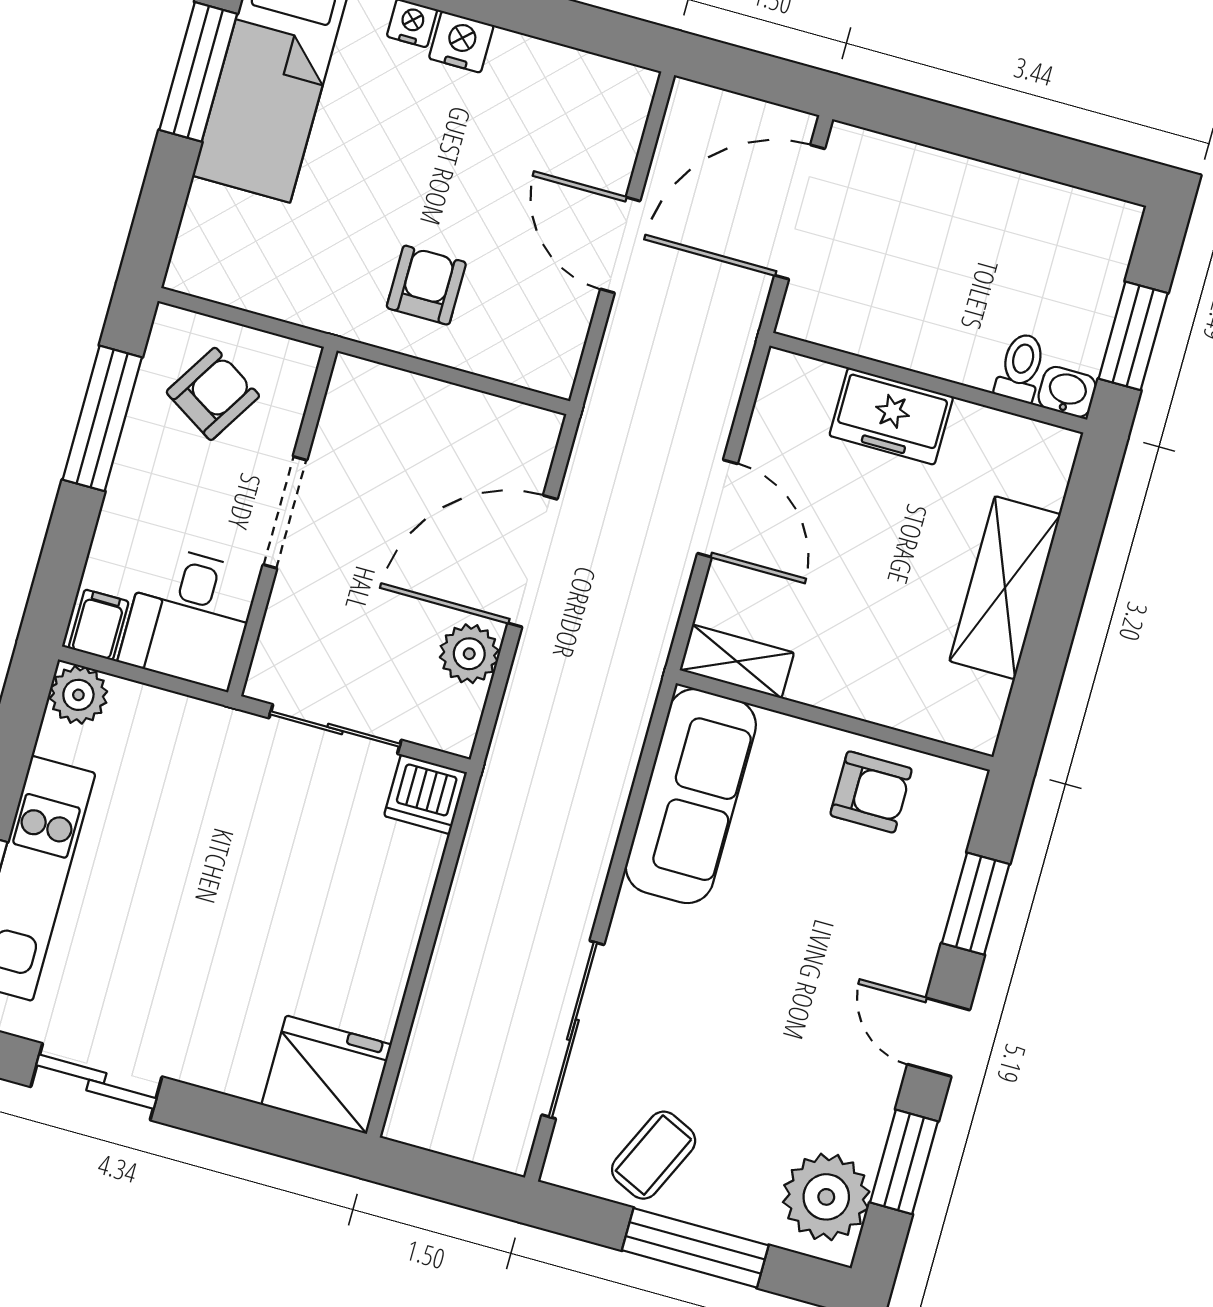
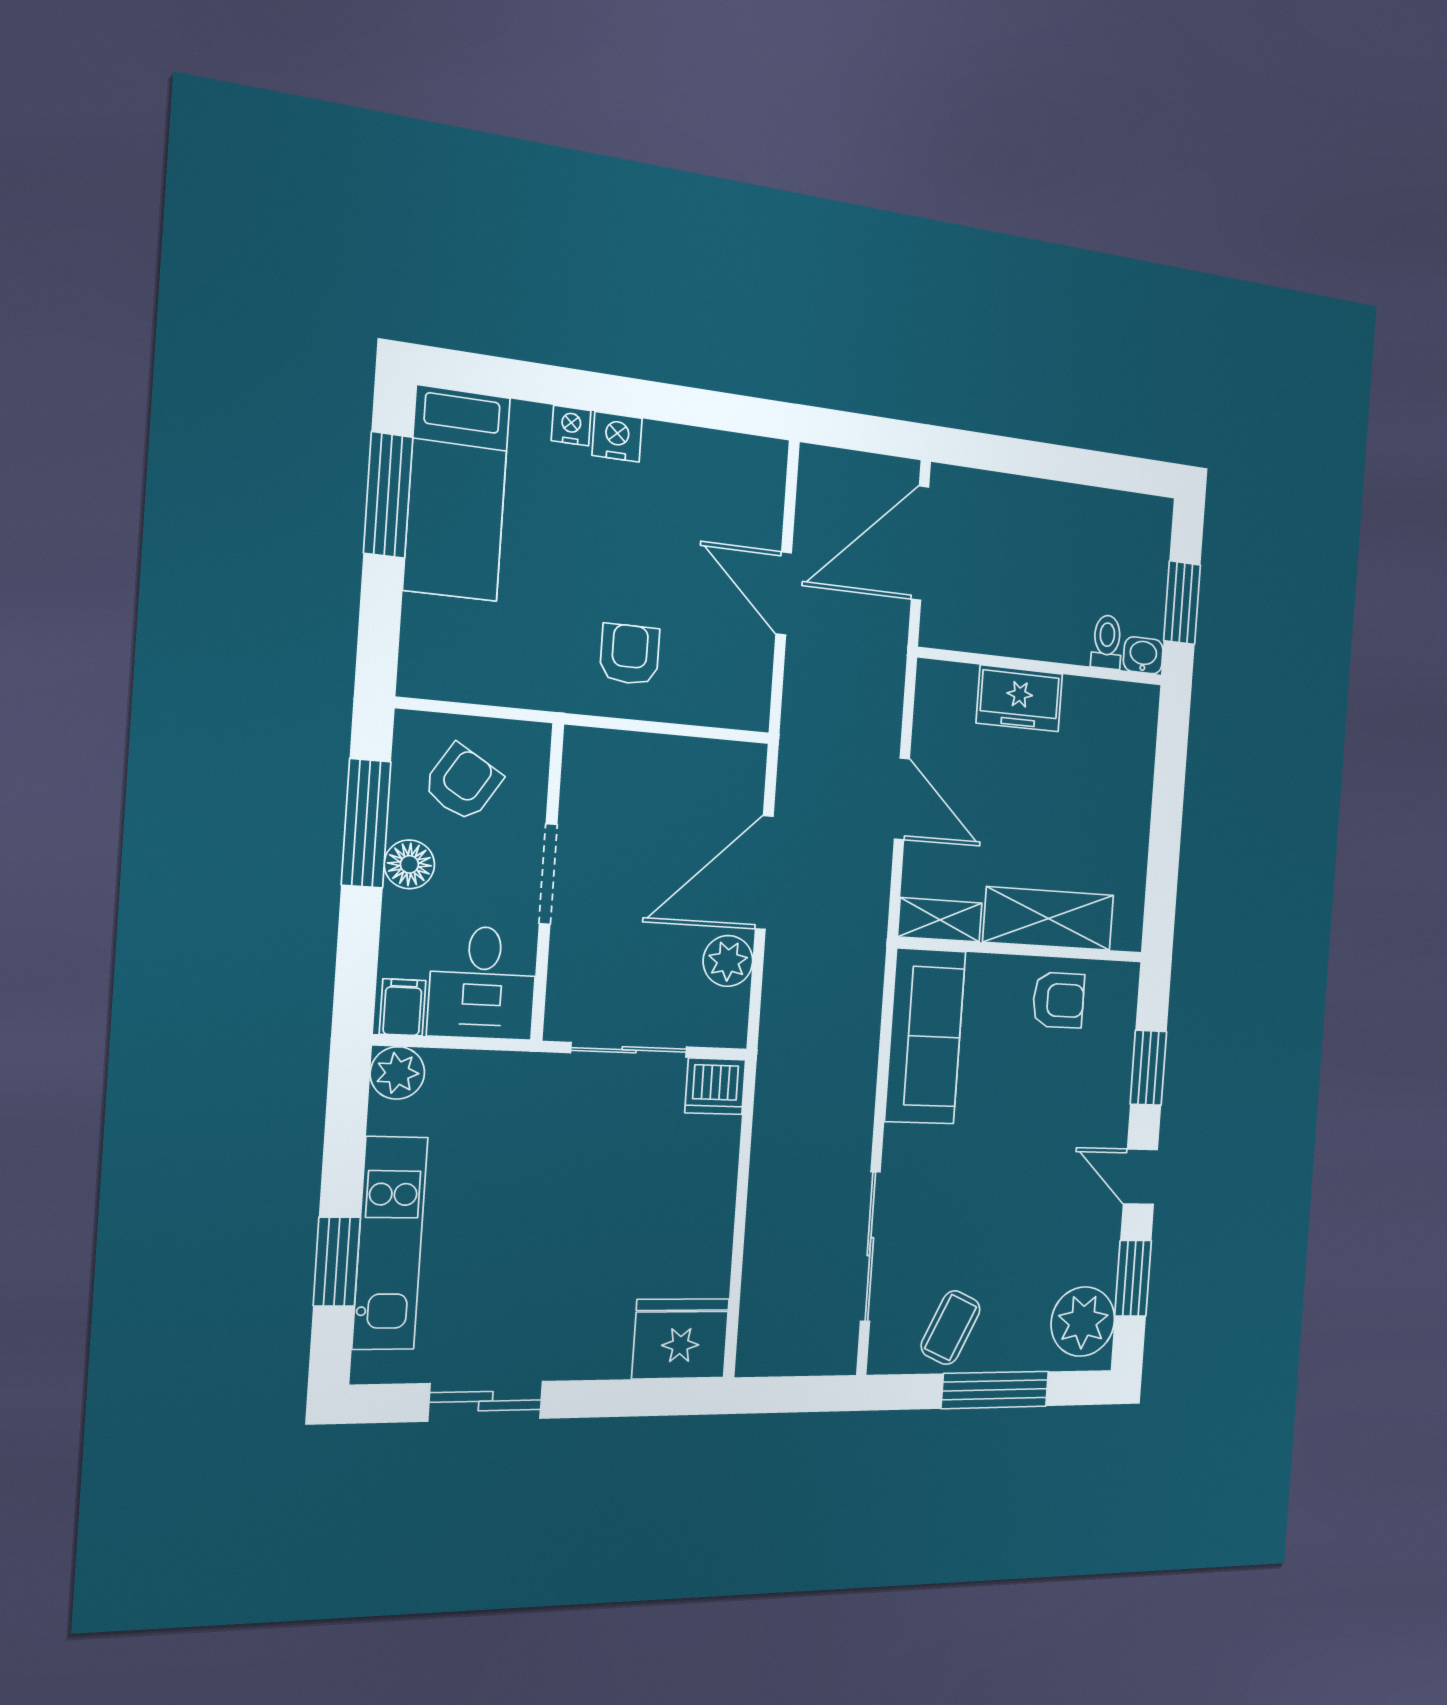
floor lamp: (138, 472) -> (409, 864), added
shelving: (1005, 588) -> (1049, 919), moved, turned 90

